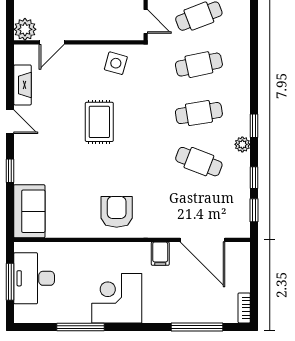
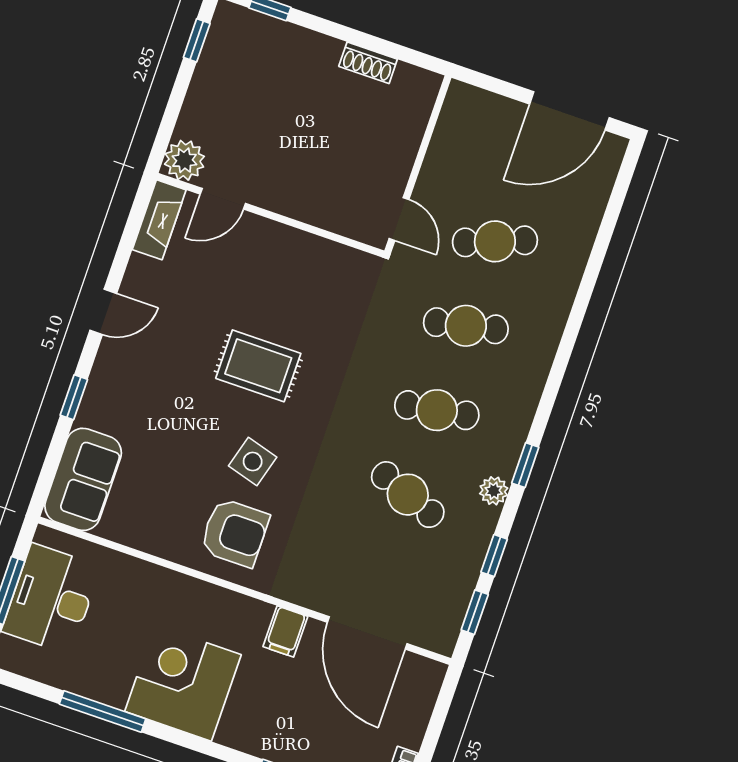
side table: (116, 63) -> (253, 462), moved
fireplace: (22, 85) -> (159, 220), moved
door: (10, 122) -> (103, 312), hinge flipped
rug: (99, 122) -> (258, 366), turned 90
armchair: (117, 212) -> (235, 533), turned 90

